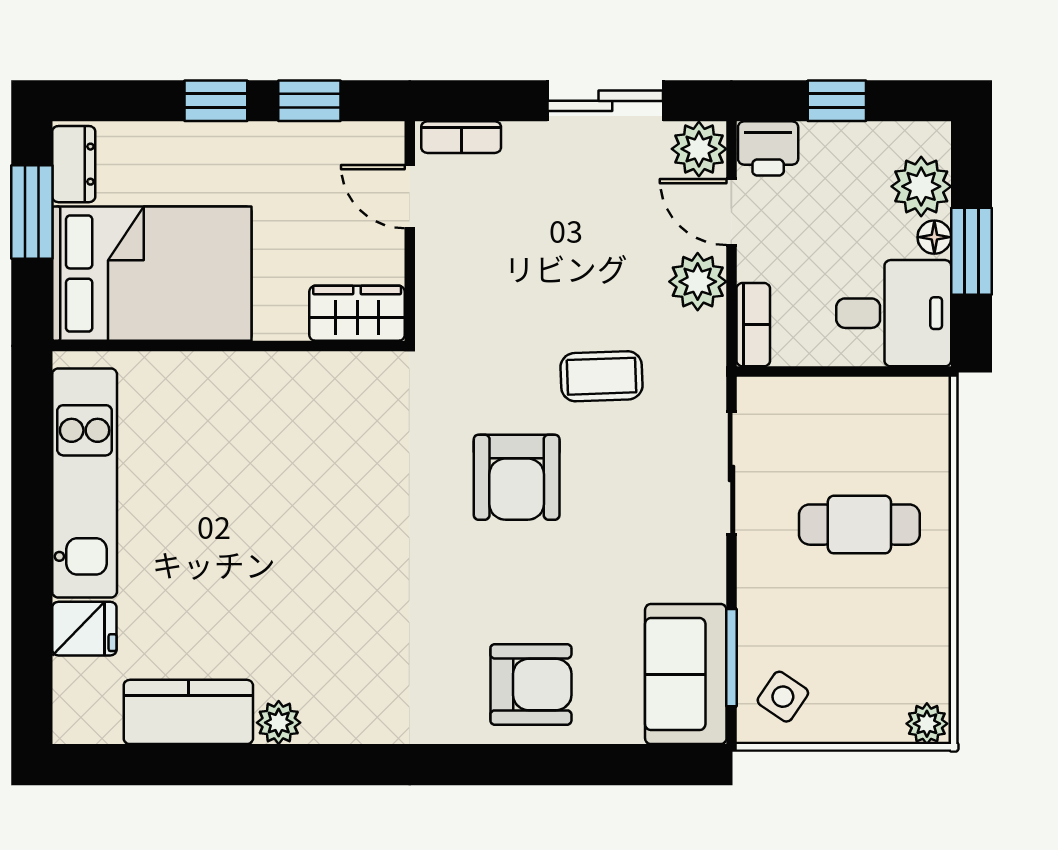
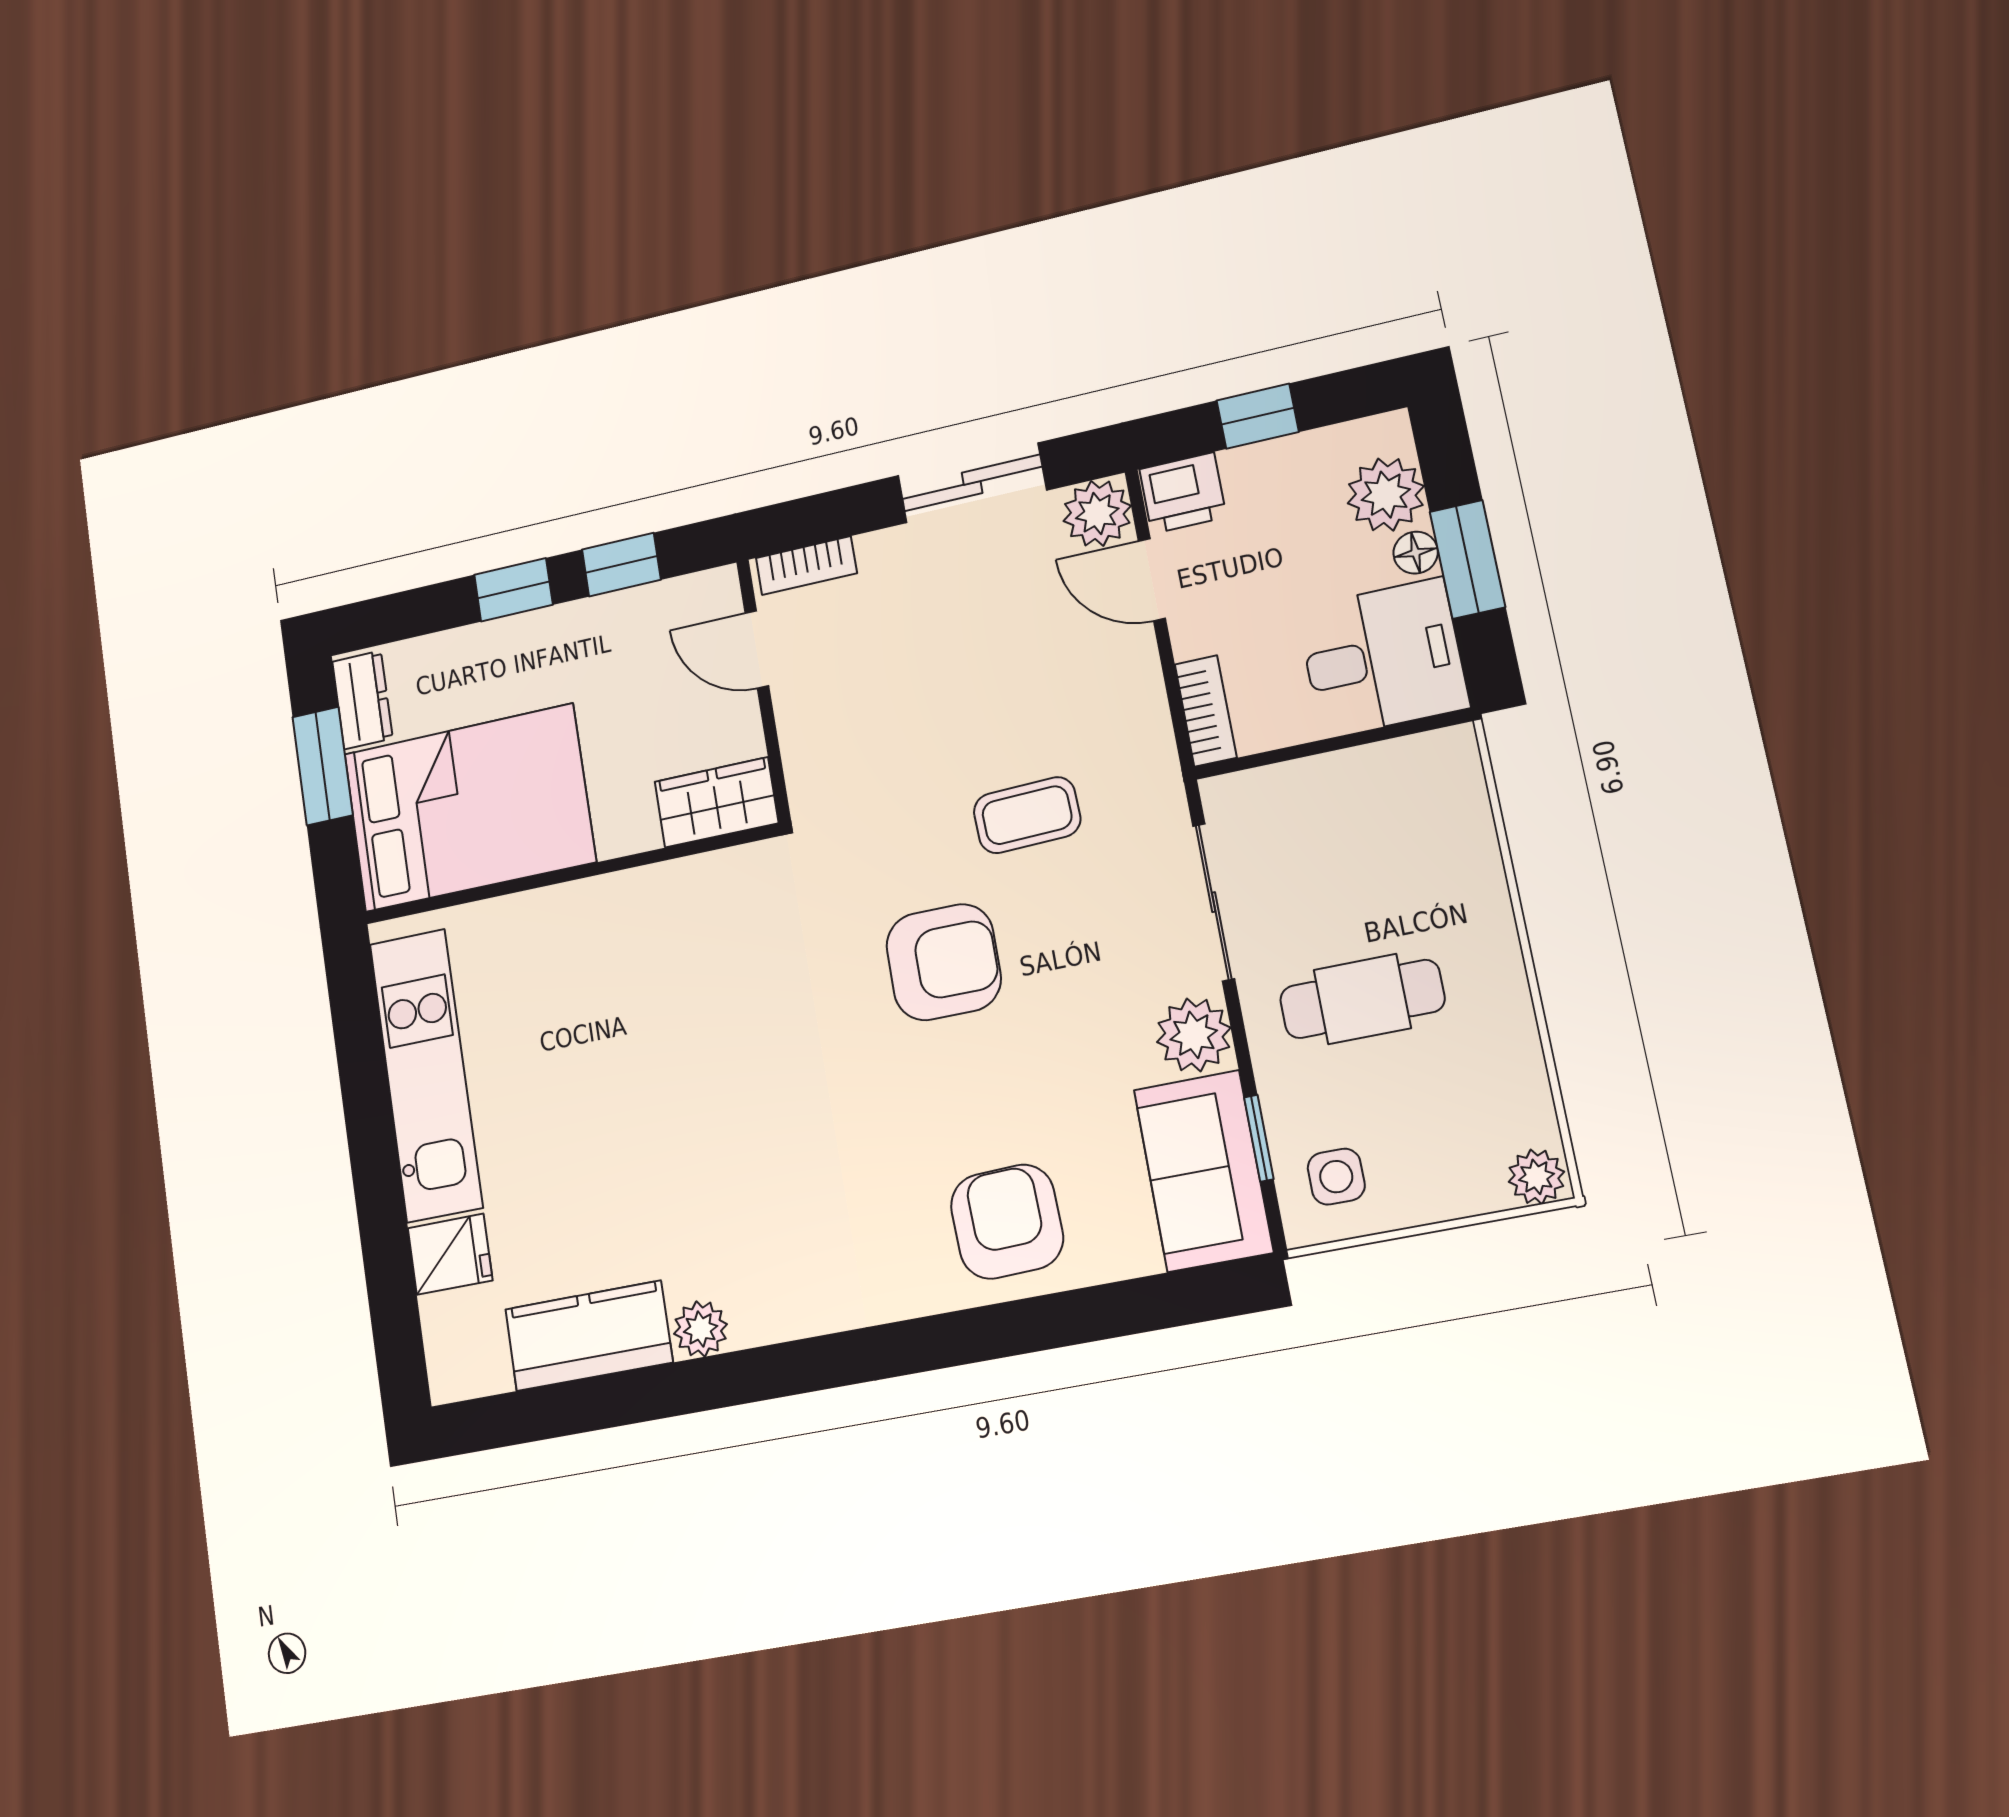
plant: (698, 282) -> (1194, 1035), moved
armchair: (517, 477) -> (944, 962), turned -90
cafe table: (859, 525) -> (1362, 999), moved
window: (731, 658) -> (1259, 1138), width x0.67
armchair: (531, 684) -> (1007, 1222), turned -92
side table: (783, 697) -> (1336, 1177), turned -34

